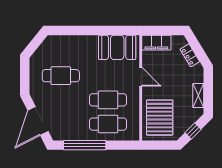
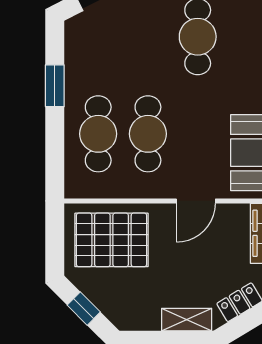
shelving: (198, 96) -> (187, 320), moved
window: (85, 145) -> (55, 86), width x0.47

